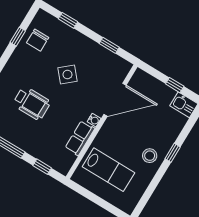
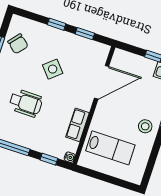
window: (68, 20) -> (57, 24), moved
chair: (38, 40) -> (18, 44), turned -50
water cooler: (94, 120) -> (70, 157), moved

